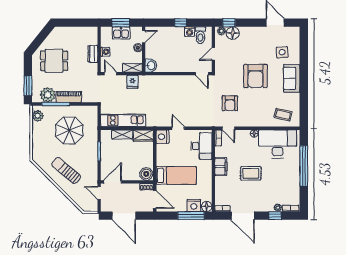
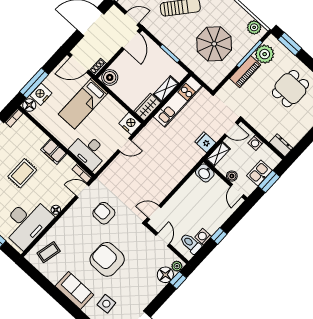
dresser: (93, 54) -> (281, 145), moved

